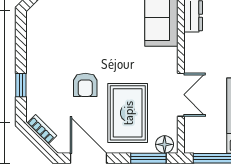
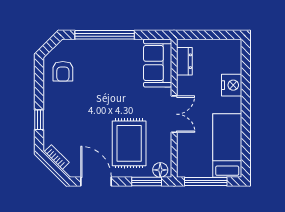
armchair: (85, 85) -> (63, 71), moved
double door: (181, 95) -> (174, 114), moved

